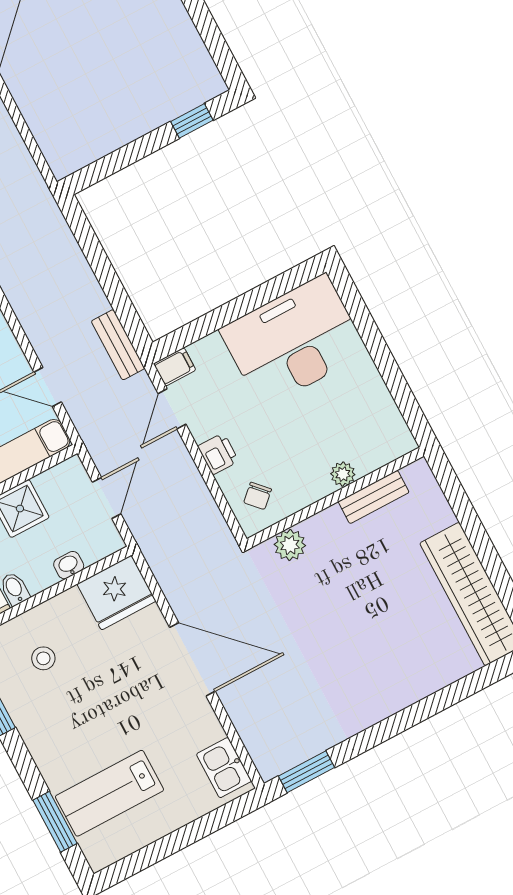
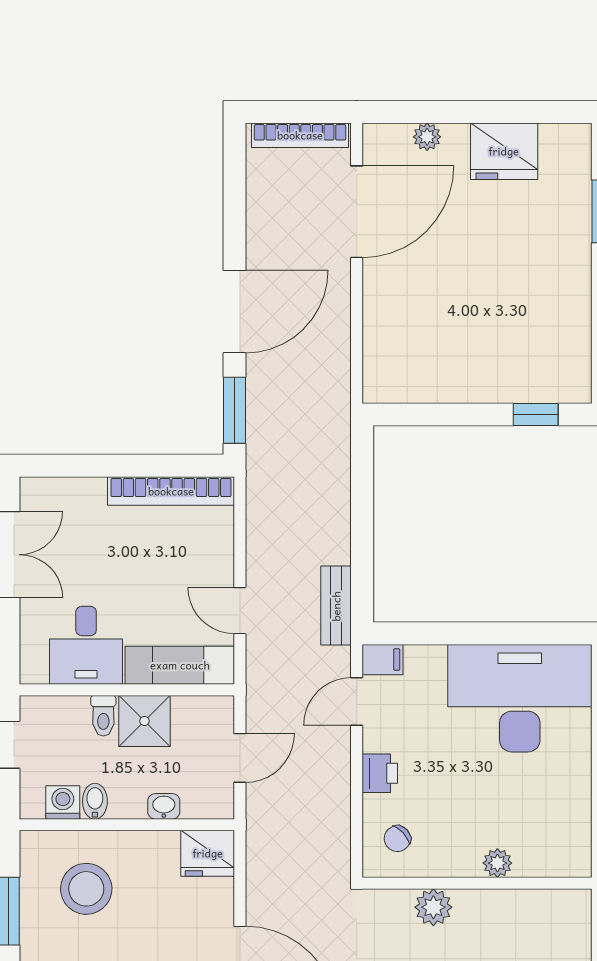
bench: (374, 497) -> (517, 904), removed
plant: (290, 545) -> (433, 907), moved
fridge: (116, 593) -> (208, 853), width x0.73, depth x0.75
stool: (43, 658) -> (86, 889), width x1.89, depth x1.89

